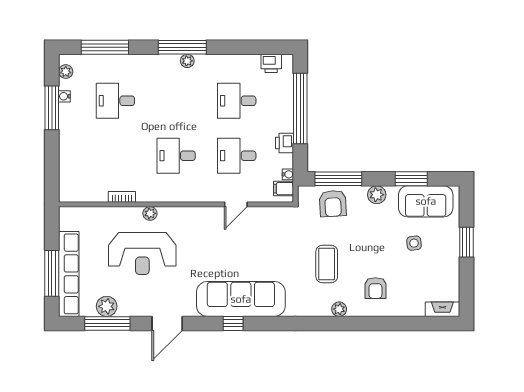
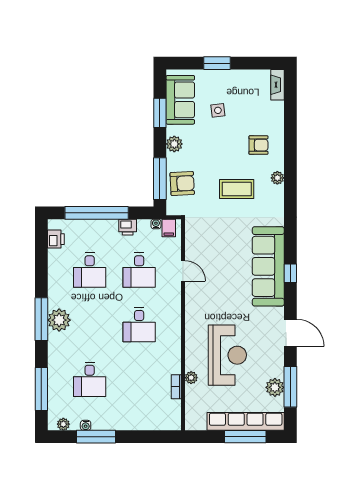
plant: (187, 61) -> (59, 320), width x1.88, depth x1.88
bookcase: (122, 197) -> (176, 387), moved
plant: (150, 213) -> (191, 378), moved

